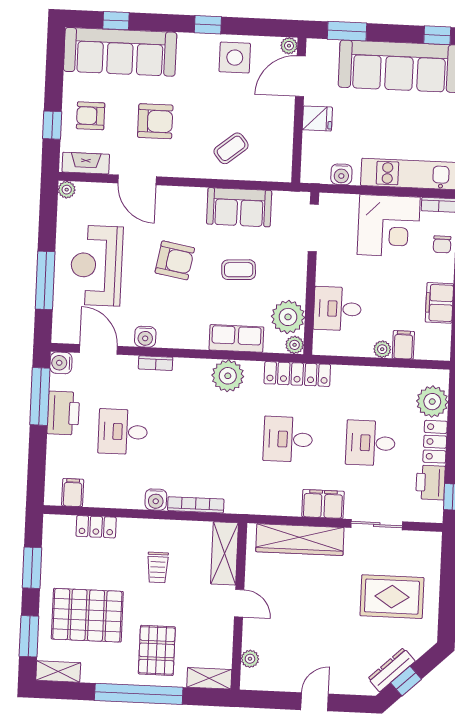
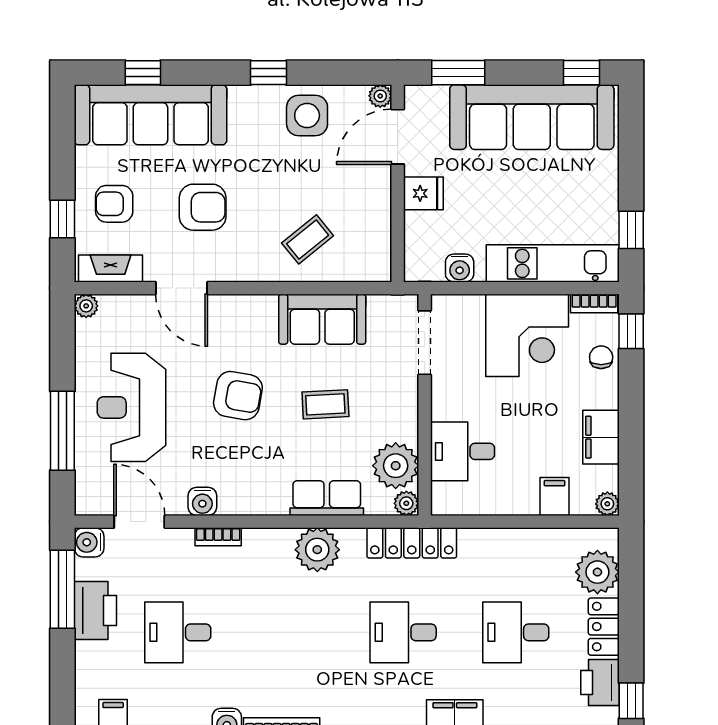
chair: (442, 244) -> (601, 357), turned 180
plant: (382, 349) -> (607, 504), moved

